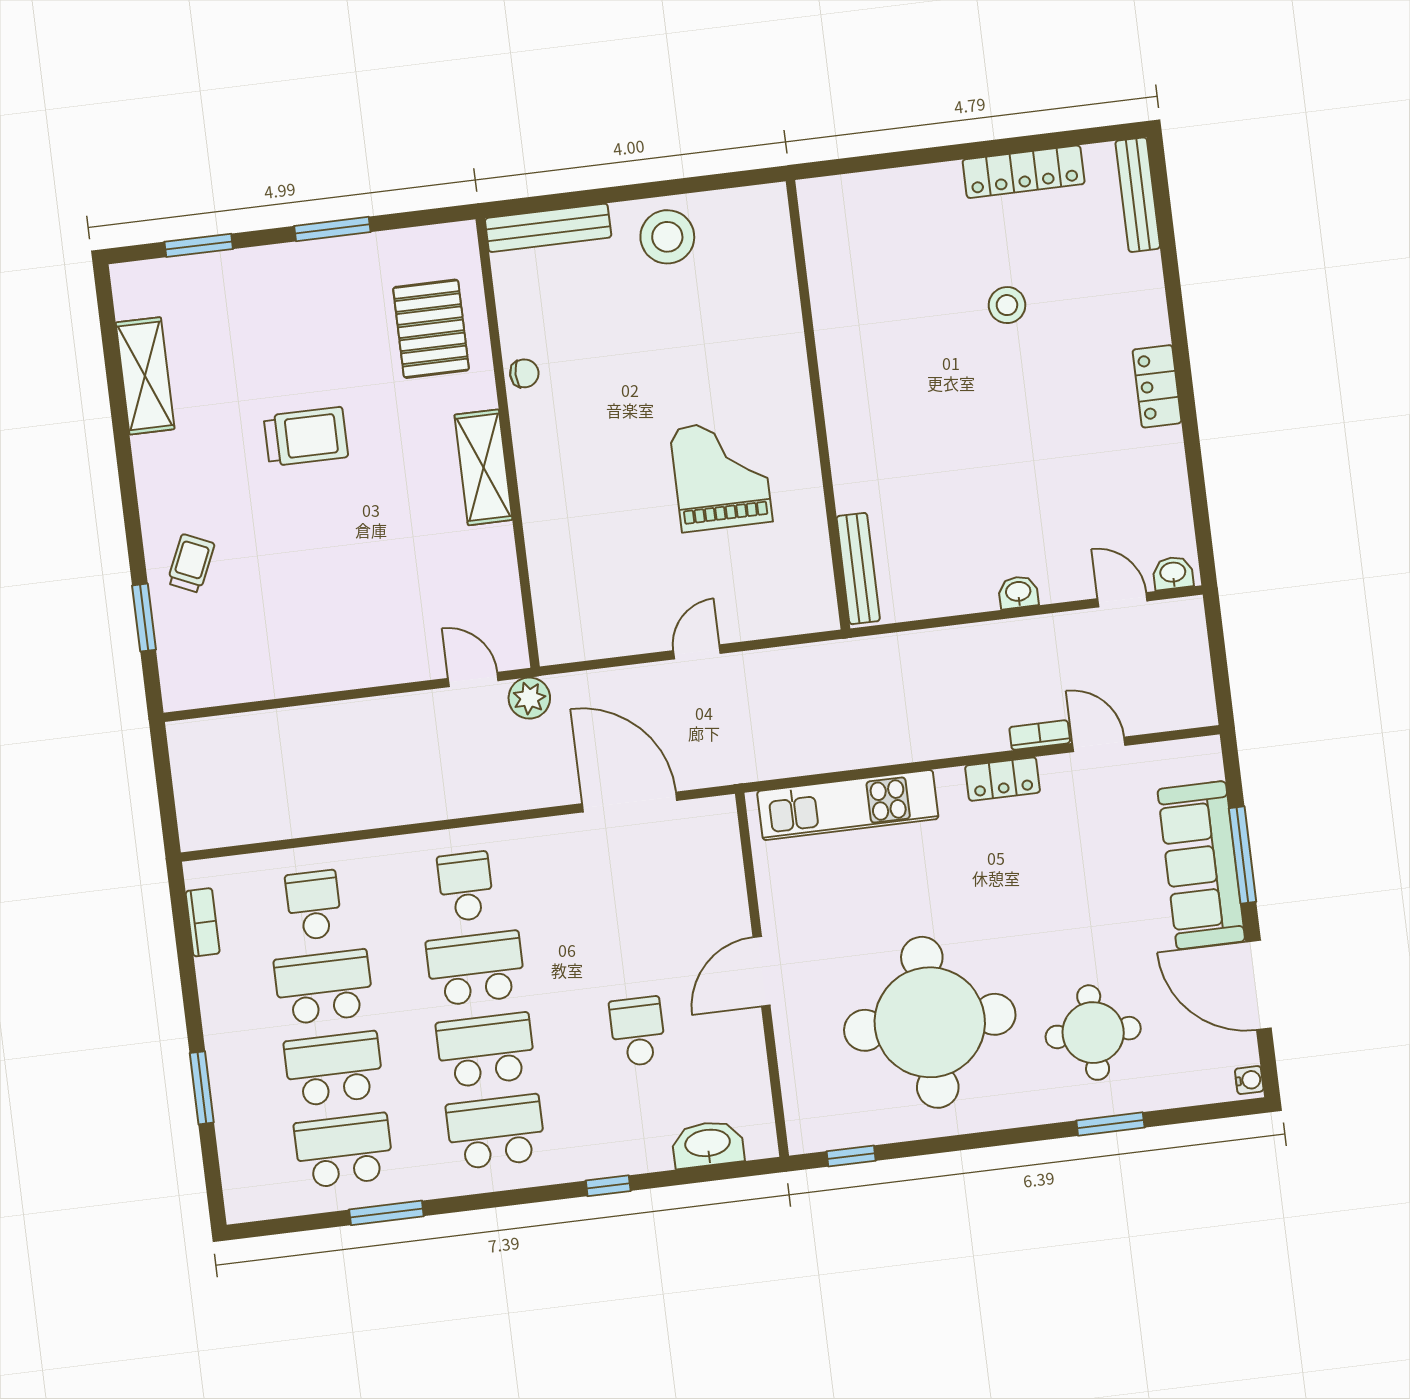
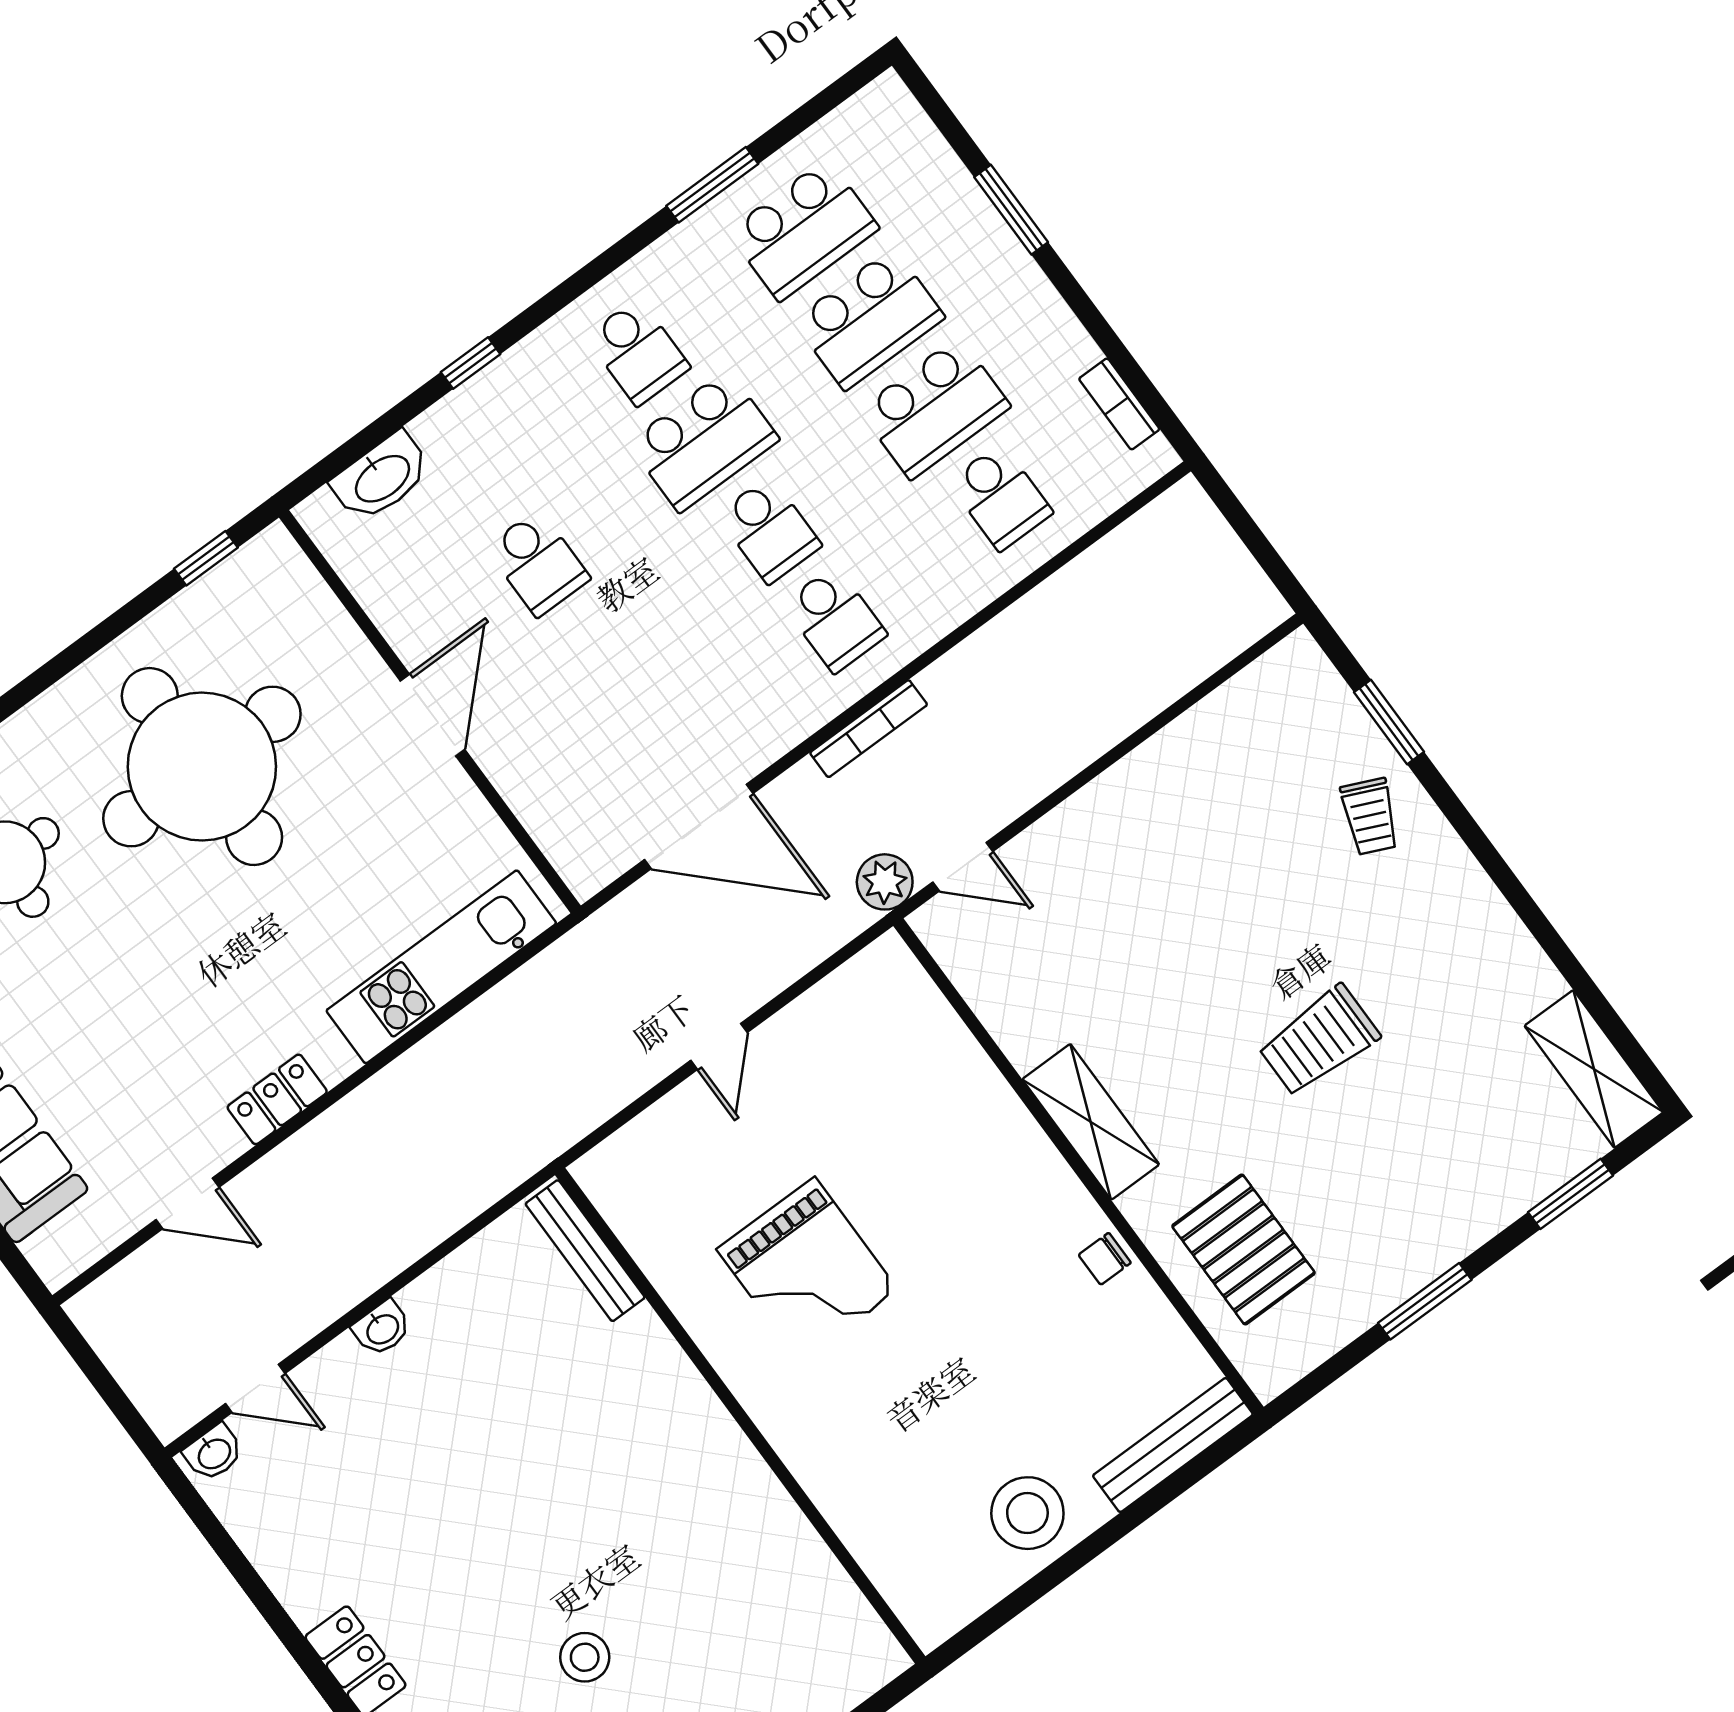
shelving: (145, 376) -> (1594, 1069), moved
bookcase: (1040, 735) -> (869, 729), moved, width x1.56
school desk: (476, 968) -> (769, 530), width x0.54
school desk: (496, 1132) -> (638, 352), width x0.54

